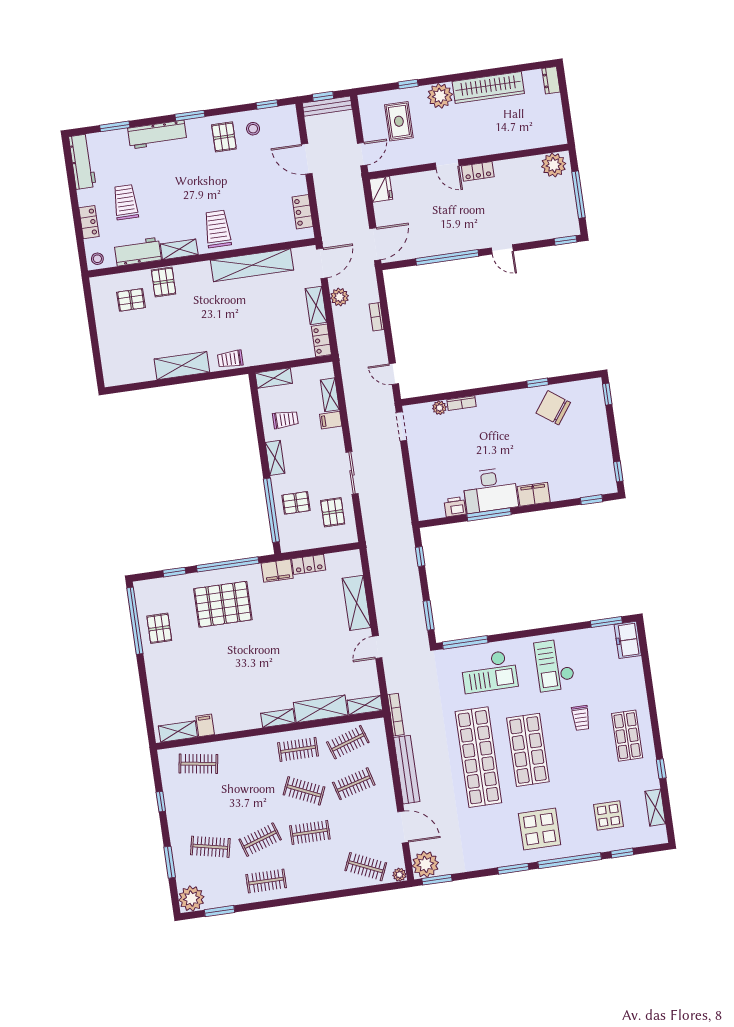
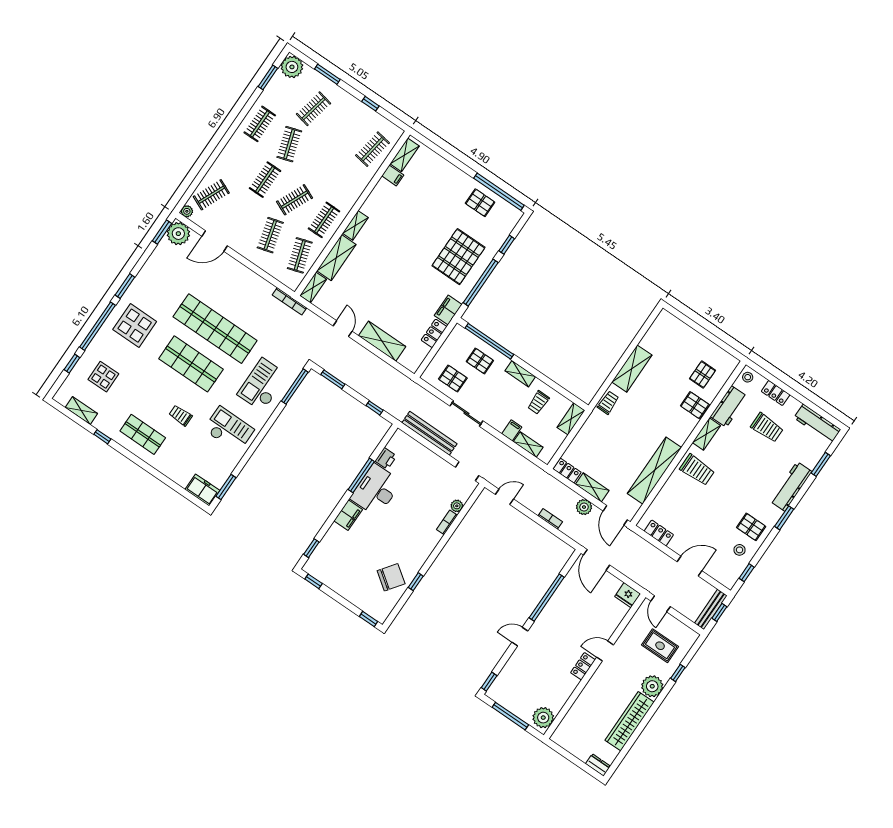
pallet: (296, 503) -> (480, 361), turned 90
bench: (407, 770) -> (429, 433), moved

